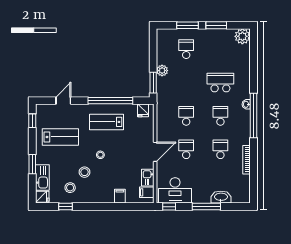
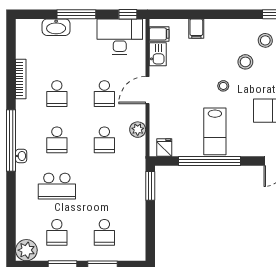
school desk: (220, 49) -> (57, 232), added
plant: (162, 71) -> (138, 130), moved
lab bench: (106, 122) -> (215, 131), turned 90

